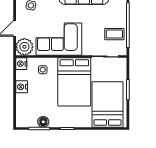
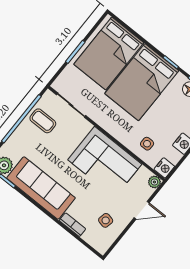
plant: (24, 47) -> (154, 182), width x0.53, depth x0.53
bed: (74, 82) -> (142, 82), moved, turned 180

